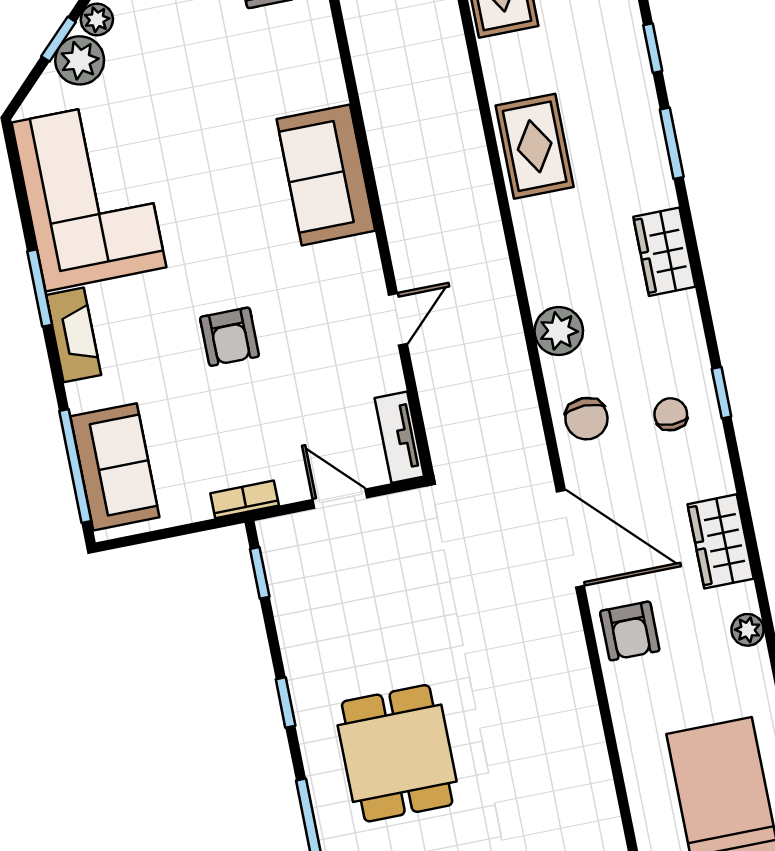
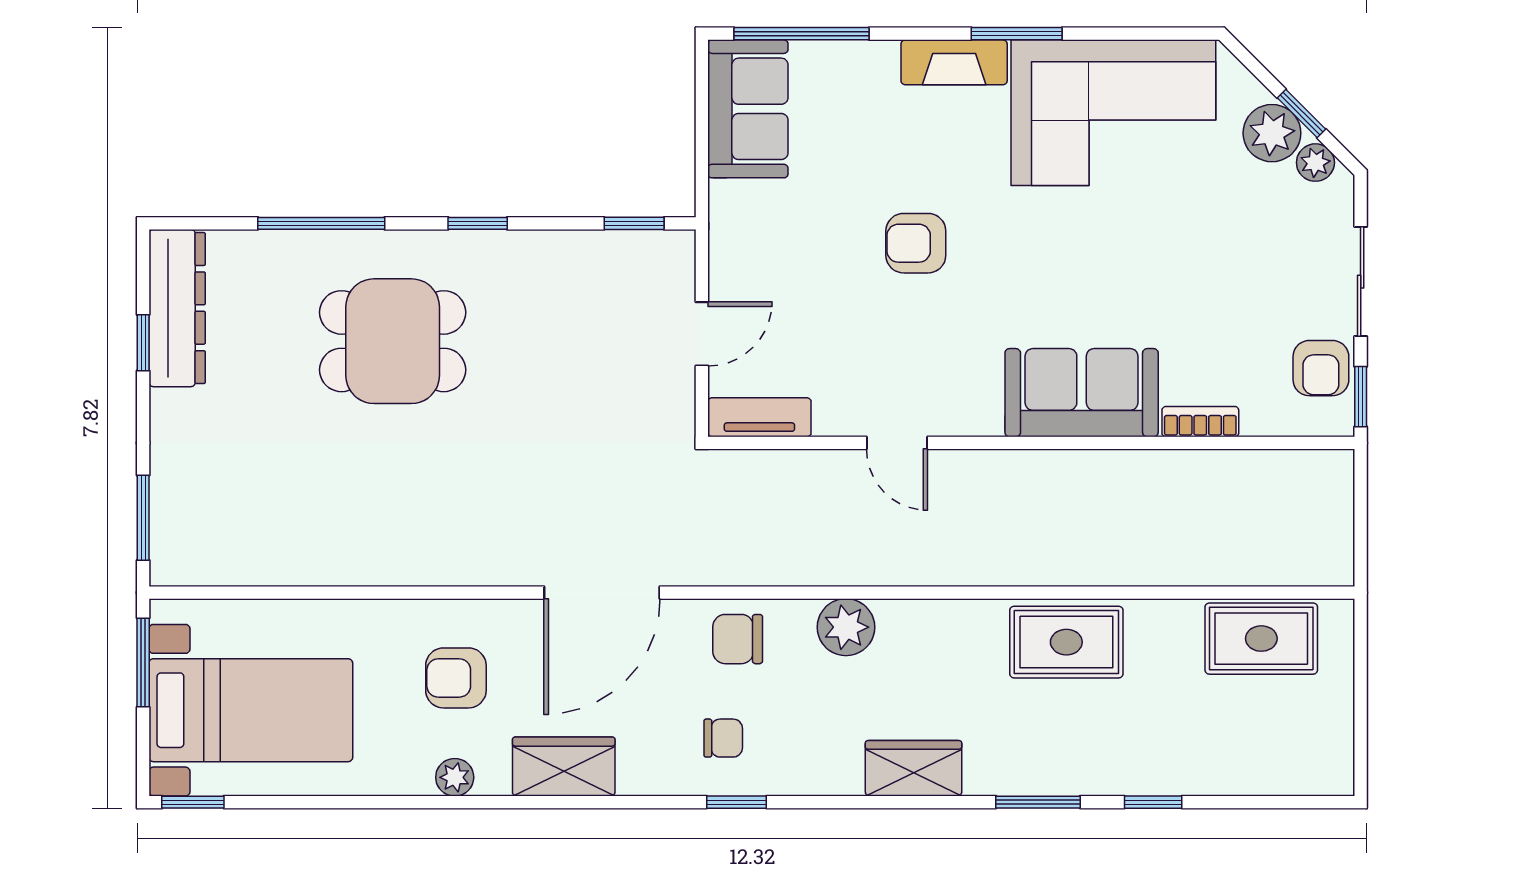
sofa: (115, 467) -> (748, 109), moved, turned -90
bookcase: (245, 499) -> (1200, 422), moved, turned -90
armchair: (630, 631) -> (456, 678), moved

